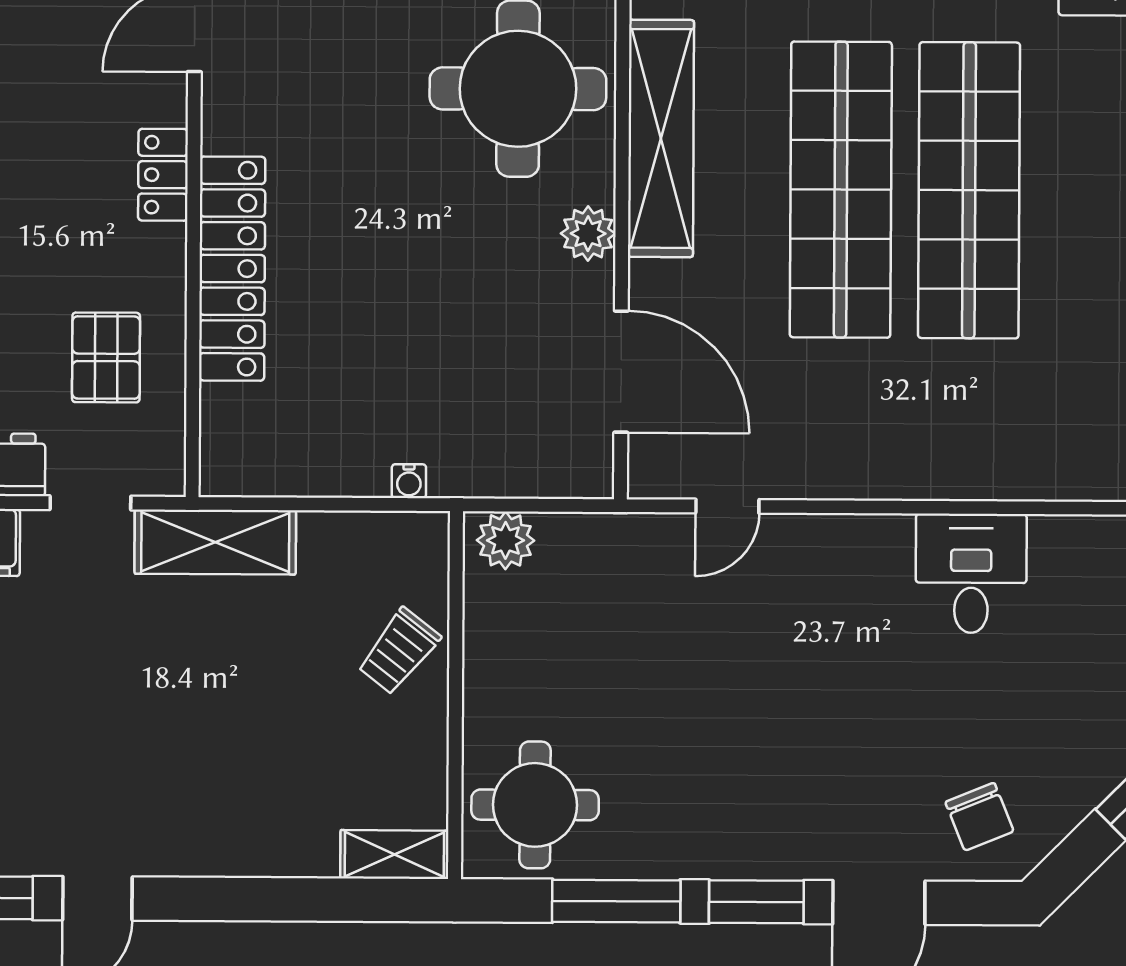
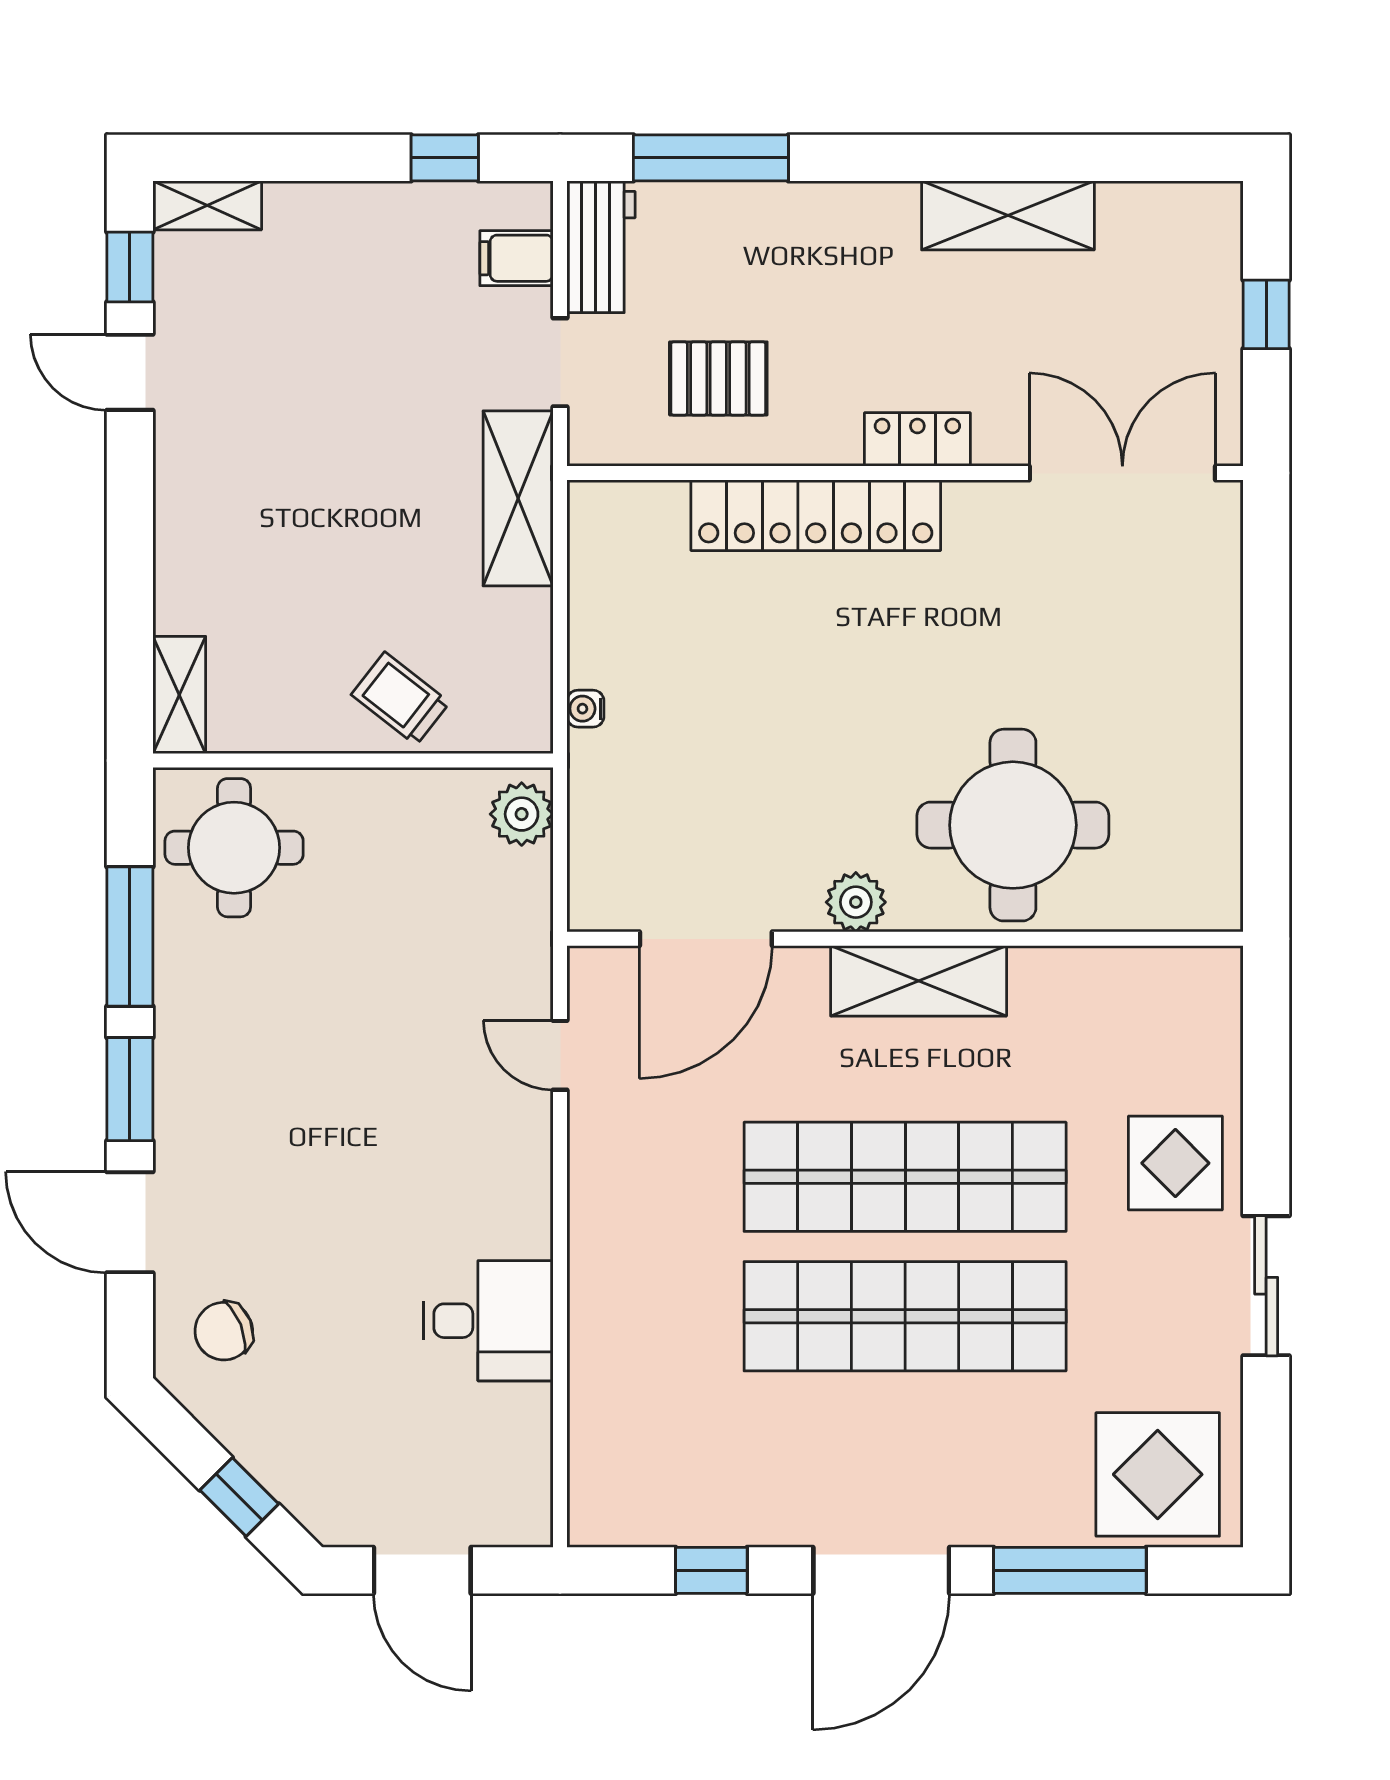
shelving: (661, 138) -> (919, 981), width x0.68

